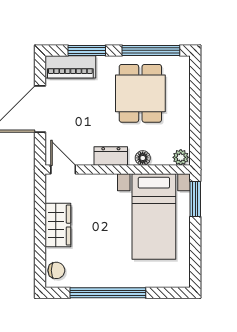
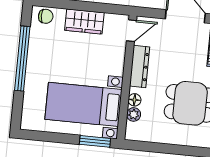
dresser: (111, 156) -> (140, 67), width x1.44
plant: (181, 157) -> (134, 114), moved
chair: (56, 270) -> (46, 16), turned -90

